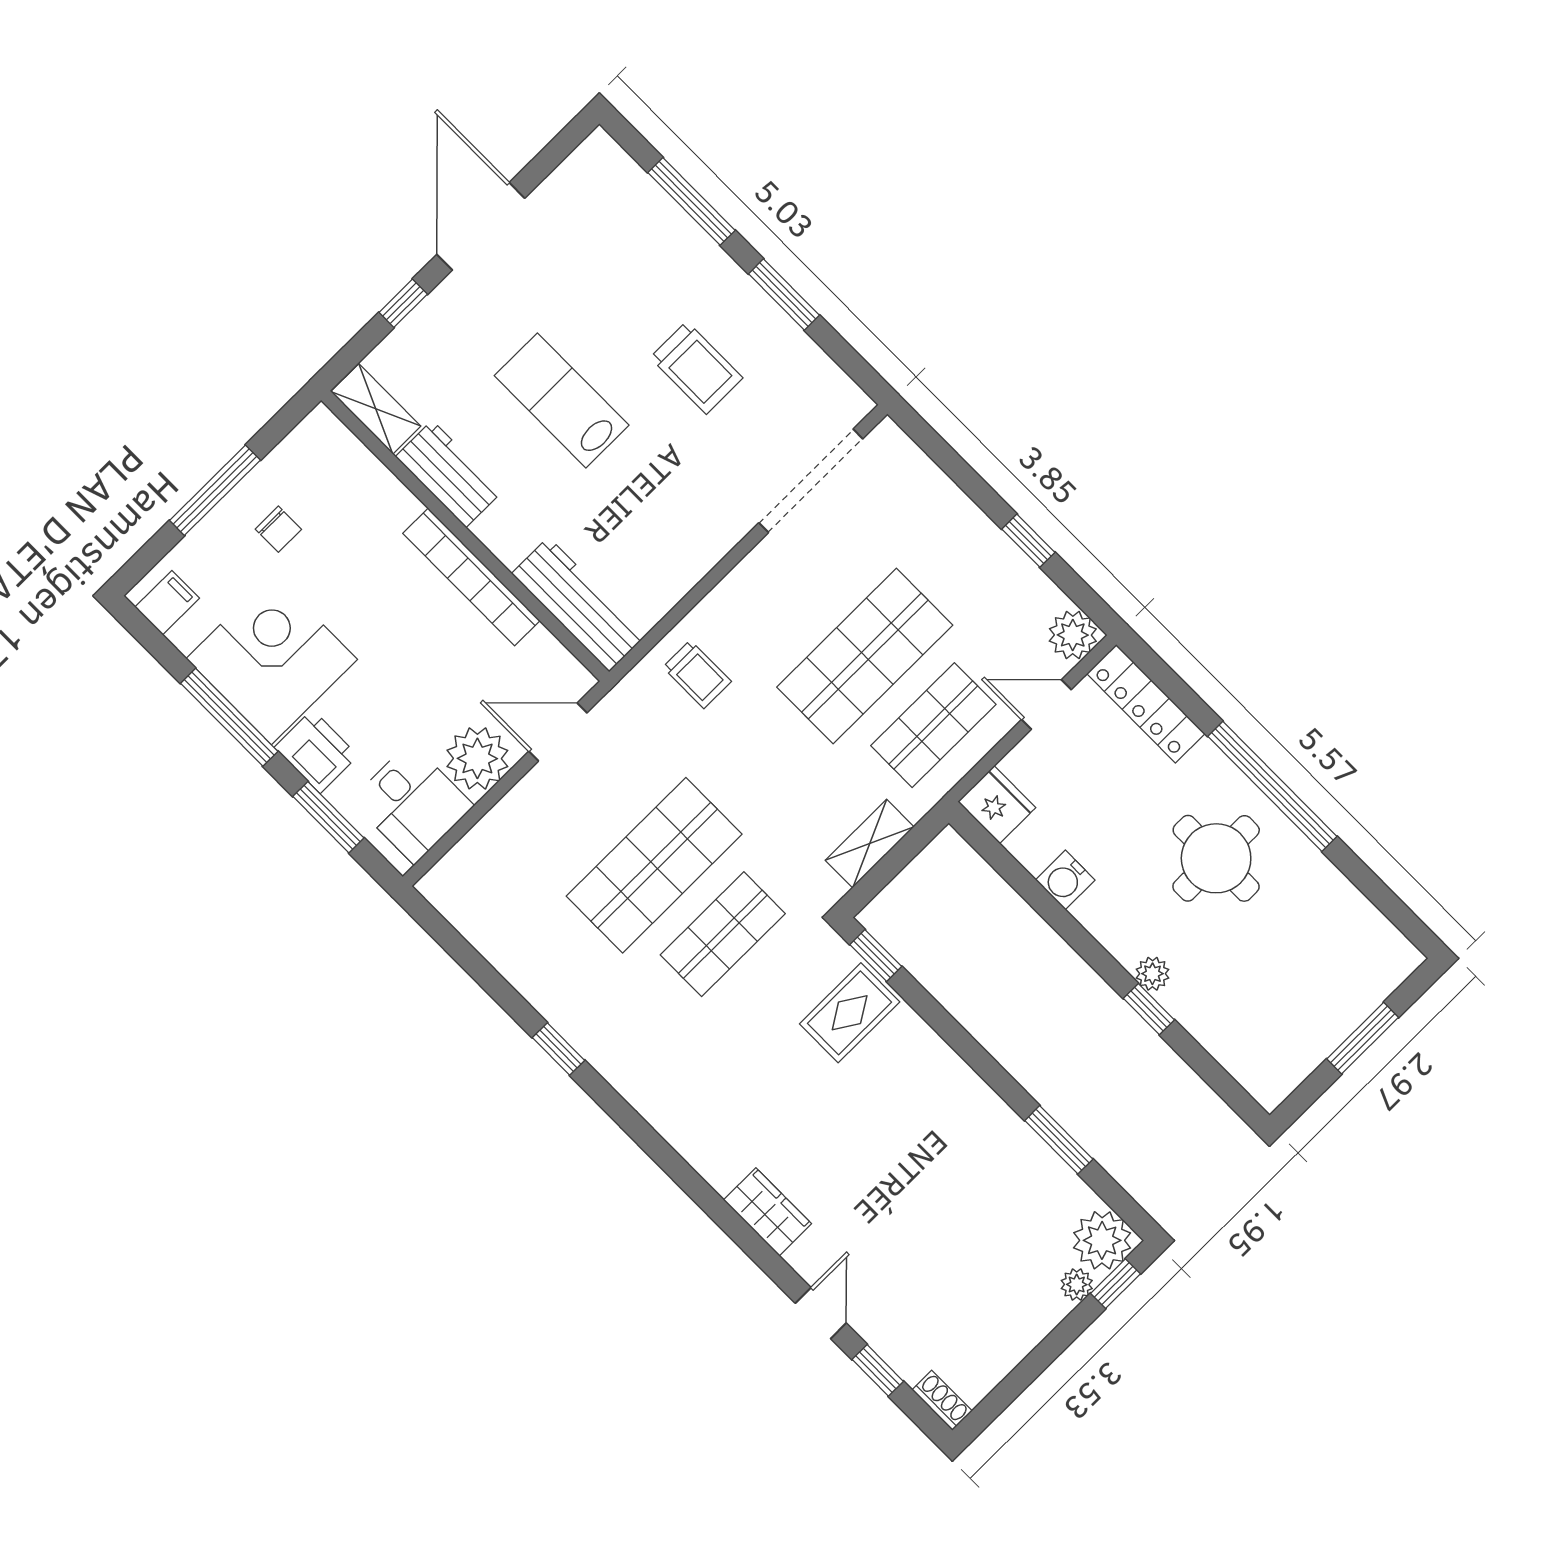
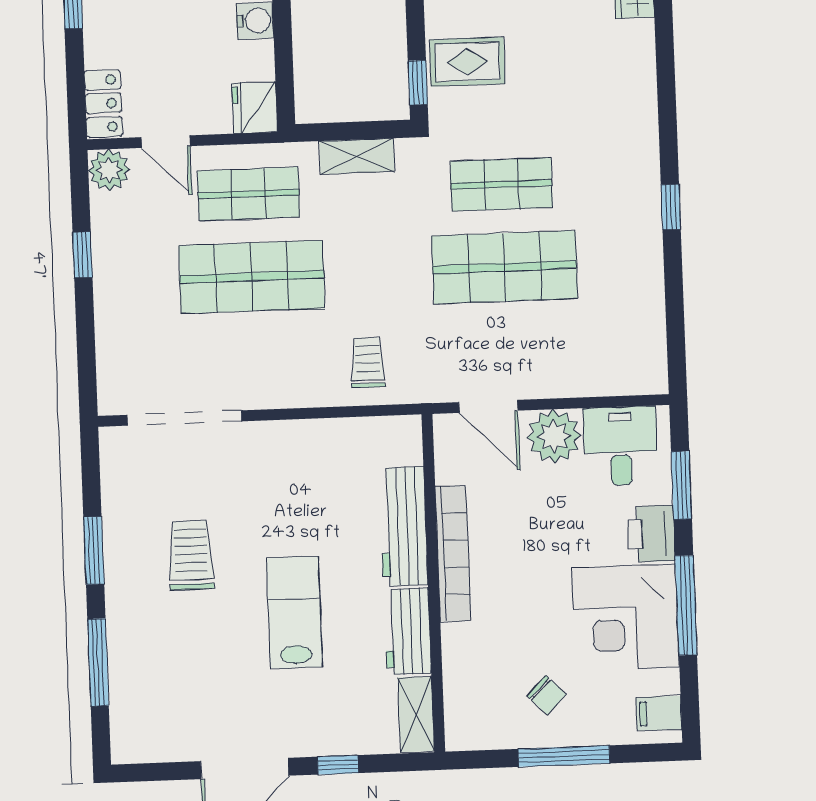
lab bench: (562, 400) -> (294, 612), turned 180
chair: (278, 529) -> (547, 695), turned 135
workbench: (579, 604) -> (403, 526), moved
locker: (1146, 704) -> (103, 103), width x0.66

